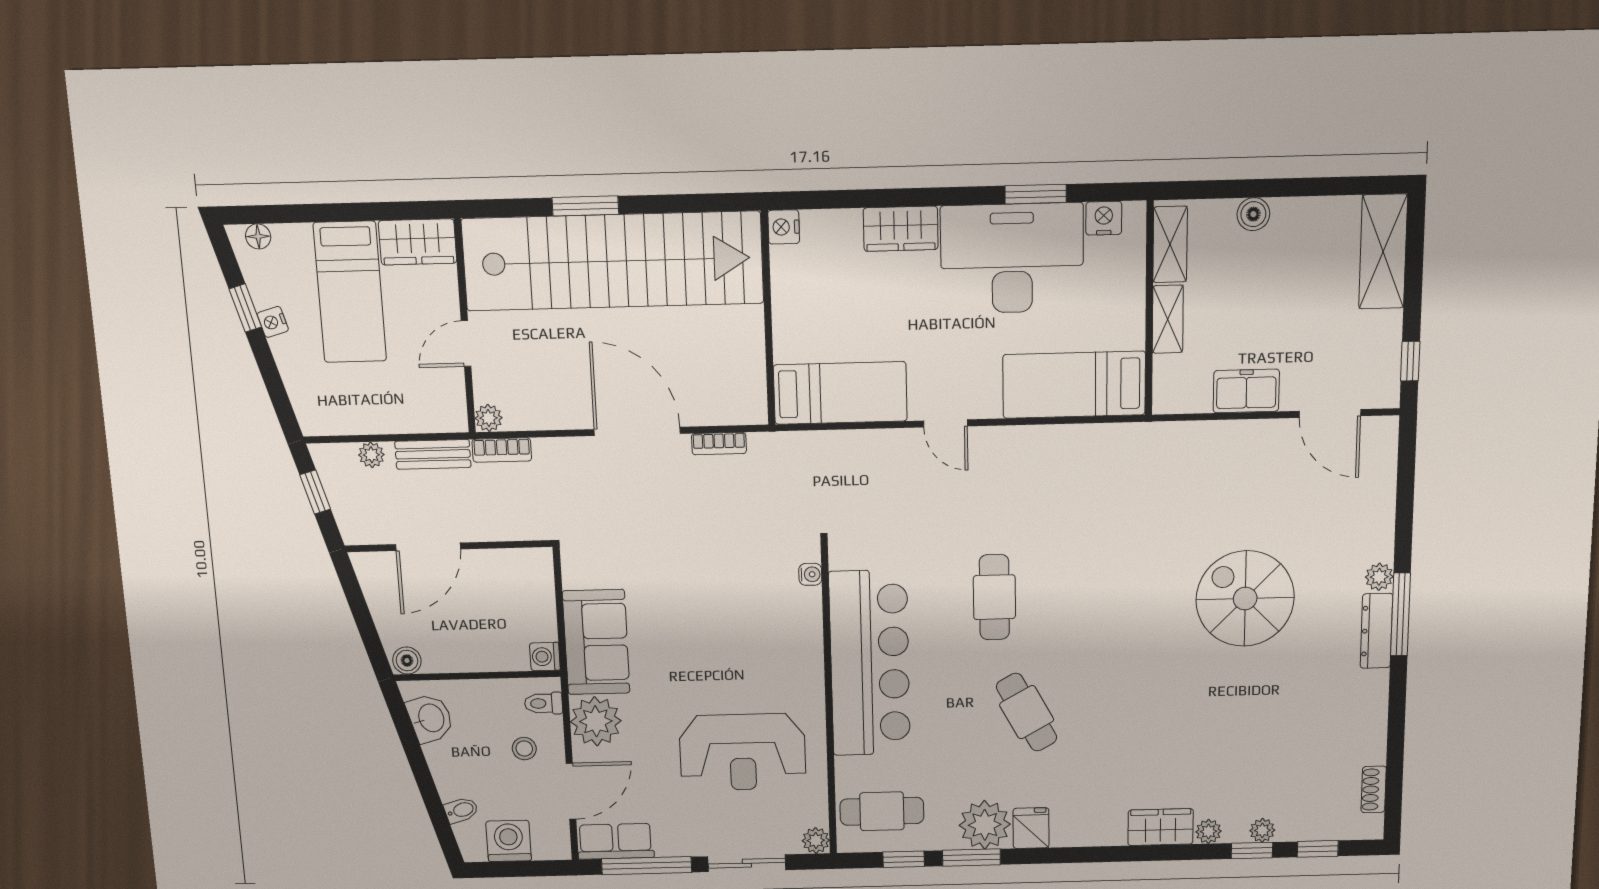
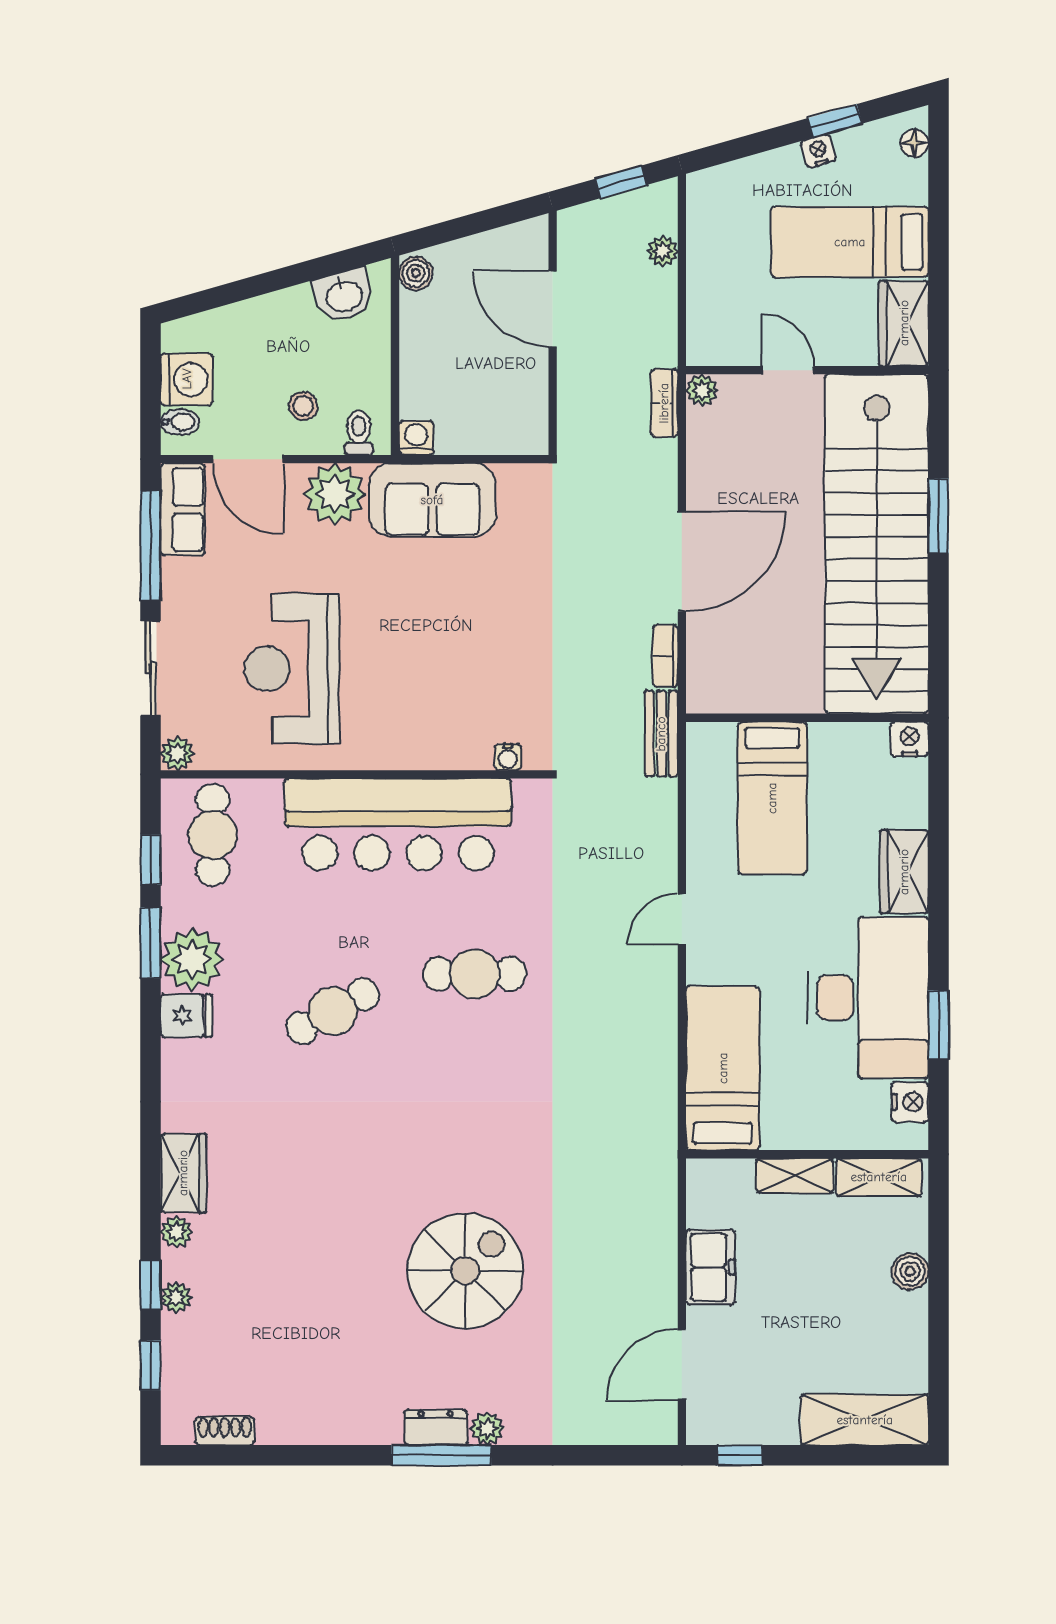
bed: (840, 393) -> (772, 798), moved
bench: (433, 454) -> (661, 734), moved
dresser: (1376, 631) -> (436, 1427), width x0.70
bidet: (461, 810) -> (180, 422), moved, turned -74

